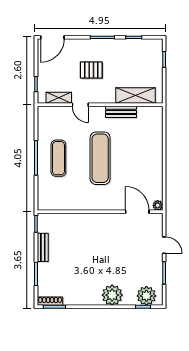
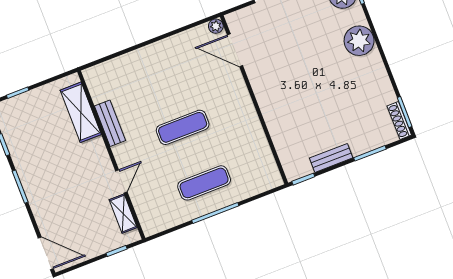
pallet: (91, 70) -> (69, 185), removed
exercise mat: (100, 158) -> (183, 127), width x0.73, depth x0.69
door: (137, 212) -> (235, 50), hinge flipped

